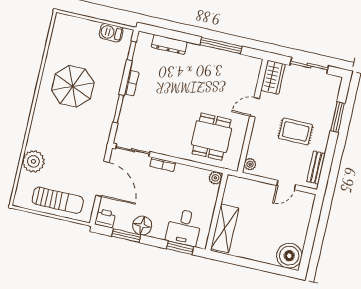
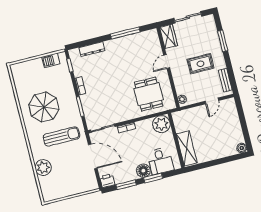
plant: (215, 178) -> (161, 124), width x1.87, depth x1.87
sun lounger: (58, 200) -> (62, 136), moved
floor lamp: (142, 225) -> (143, 171), moved
window: (180, 248) -> (153, 178), moved
boiler: (289, 256) -> (242, 148), width x0.54, depth x0.54

